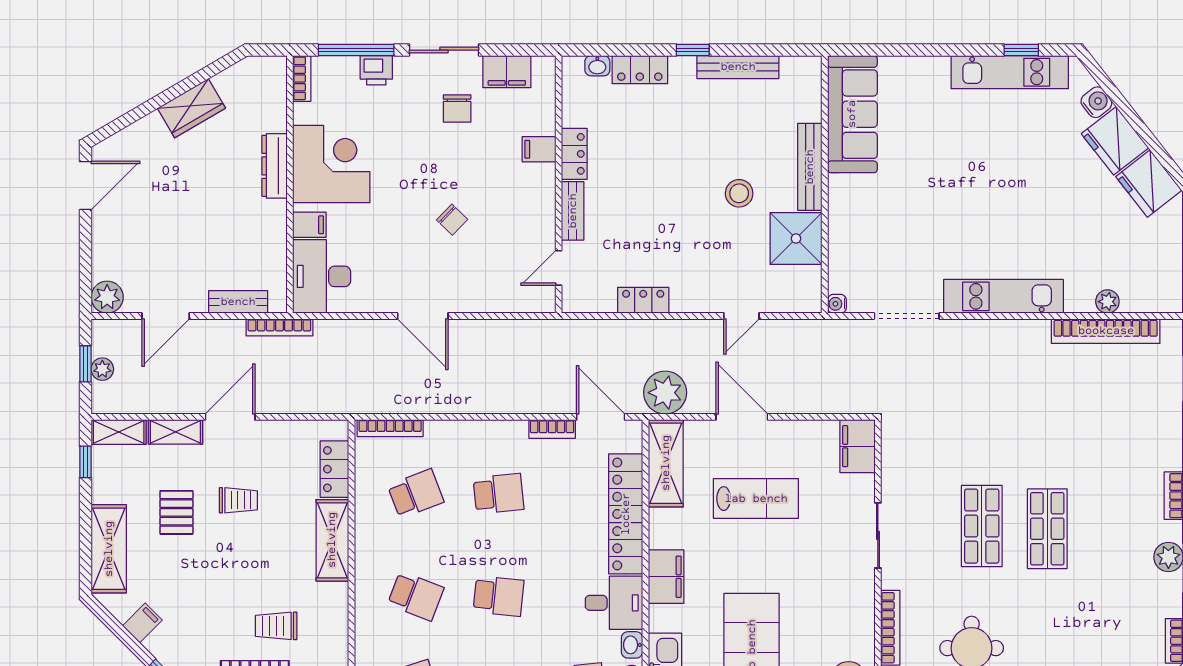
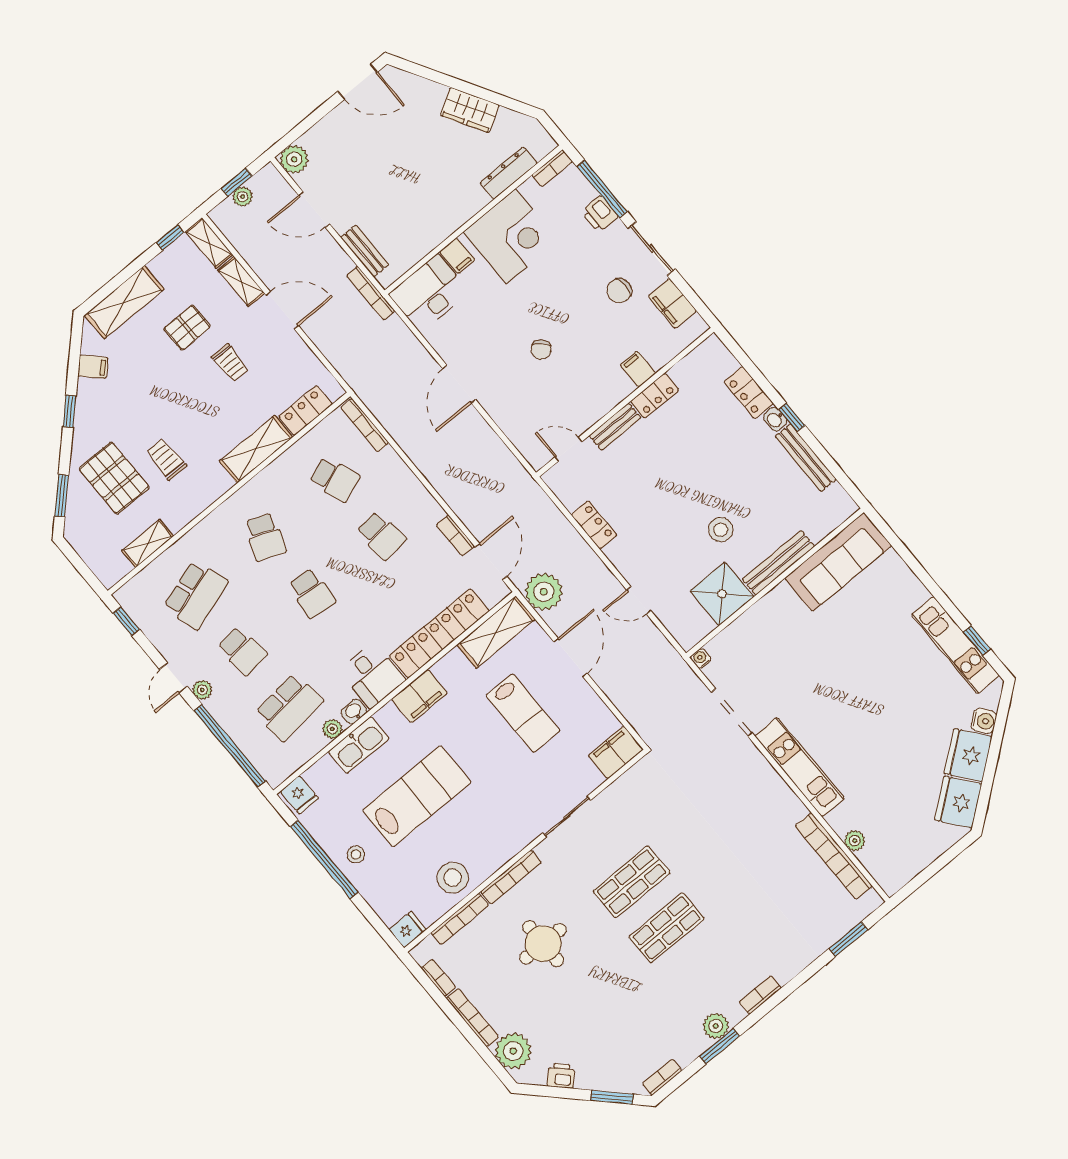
washbasin: (597, 66) -> (775, 419), moved
dresser: (274, 166) -> (509, 173), moved

